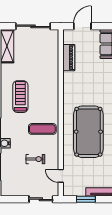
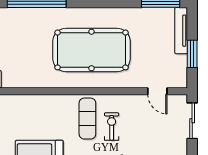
exercise bike: (35, 159) -> (112, 126), moved
door: (61, 176) -> (157, 91), hinge flipped

